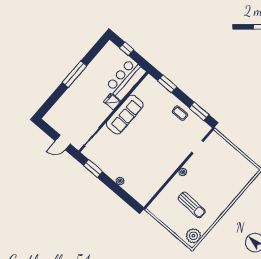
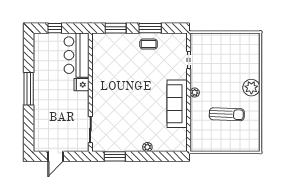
window: (199, 111) -> (150, 28), moved
sofa: (125, 115) -> (177, 104), moved, turned 180
door: (63, 142) -> (55, 156), moved
plant: (193, 236) -> (251, 88), moved

